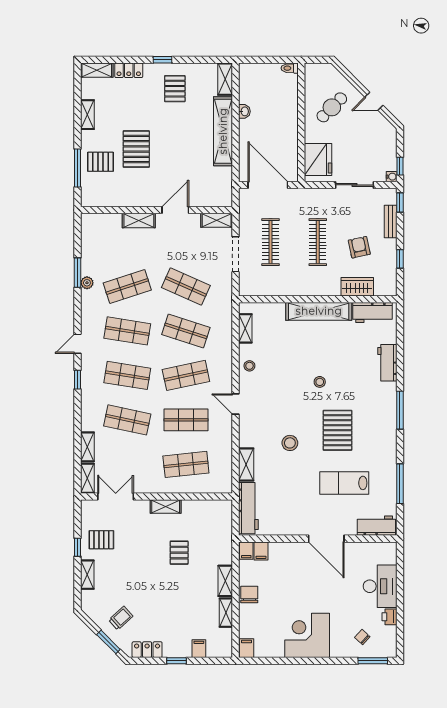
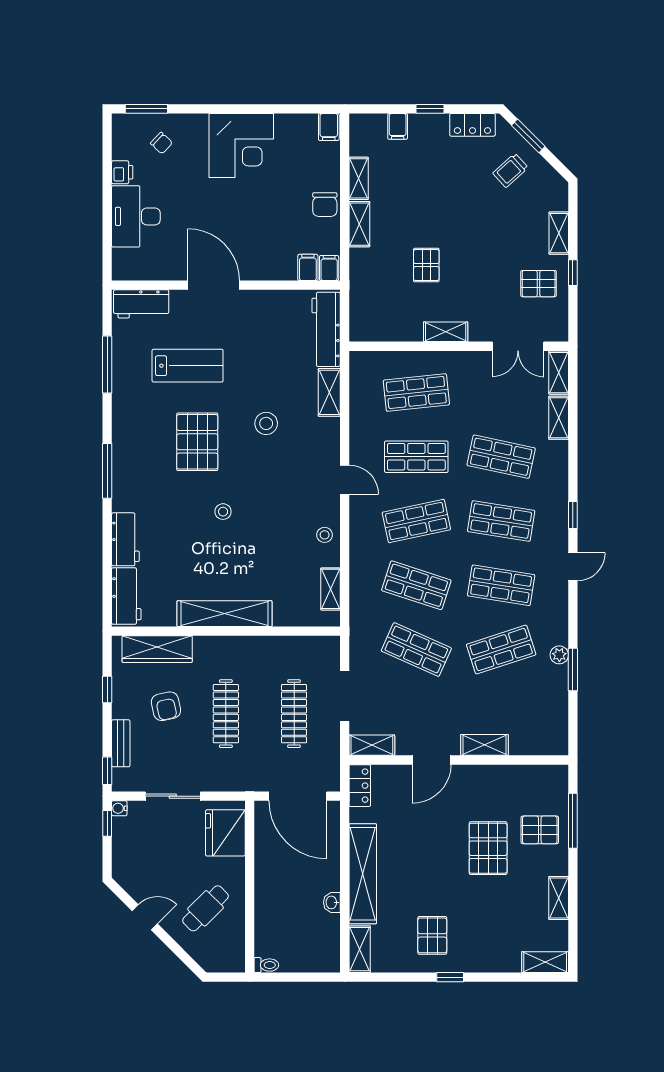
locker: (129, 70) -> (360, 786), moved, turned 90
wardrobe: (357, 287) -> (157, 649), width x1.50
workbench: (372, 312) -> (126, 596), moved, turned 90

